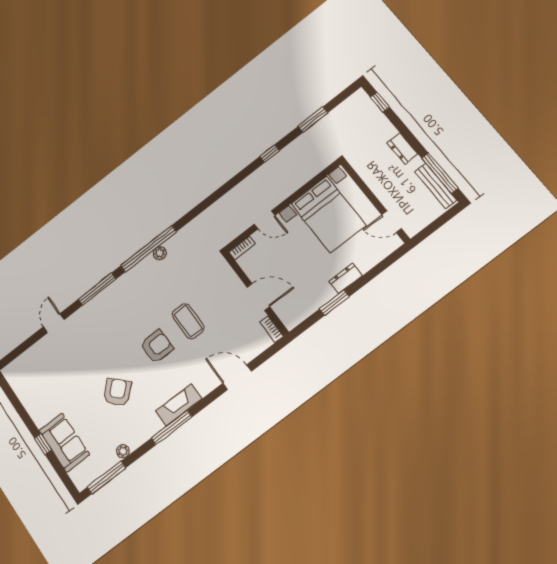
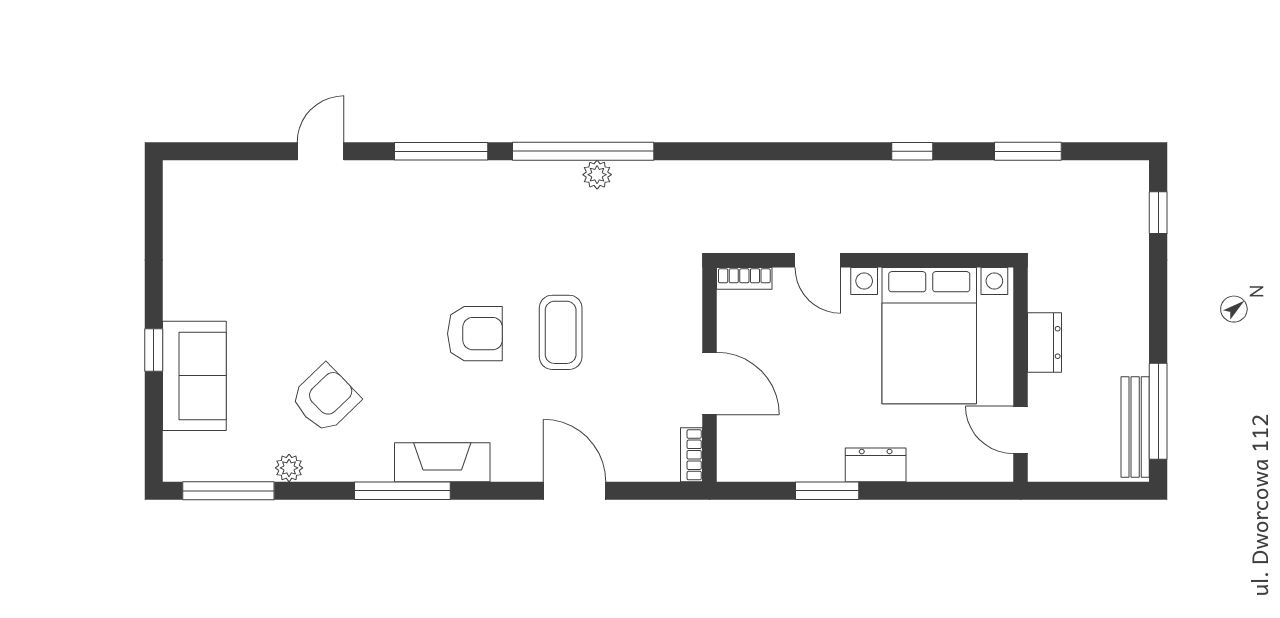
dresser: (402, 148) -> (1045, 342), moved, turned 180
armchair: (117, 392) -> (325, 399), moved

